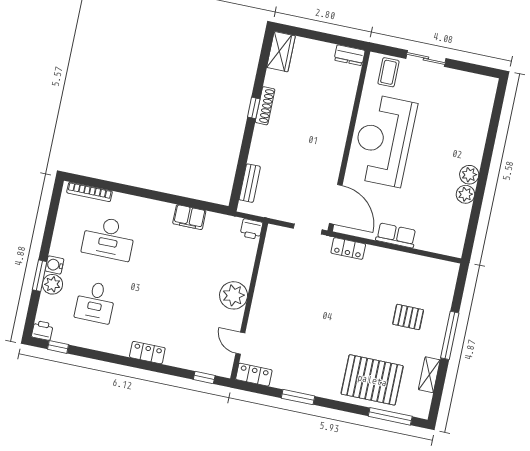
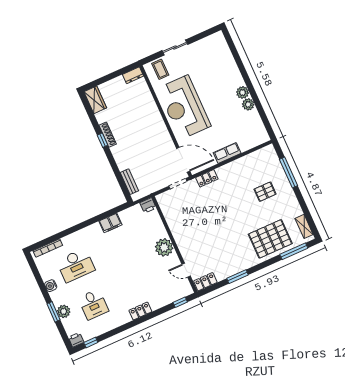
water cooler: (55, 265) -> (51, 286), moved
window: (450, 335) -> (288, 172), moved
shelving: (429, 375) -> (304, 226), moved

